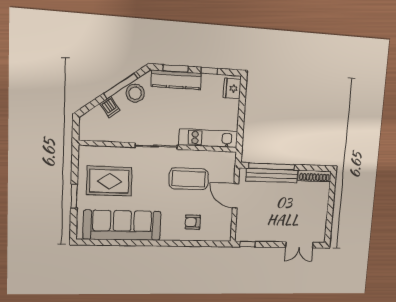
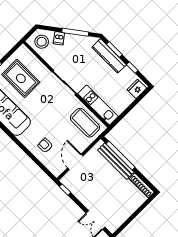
stool: (135, 93) -> (42, 42), moved
coffee table: (189, 179) -> (85, 123), moved
door: (235, 196) -> (75, 162), moved

